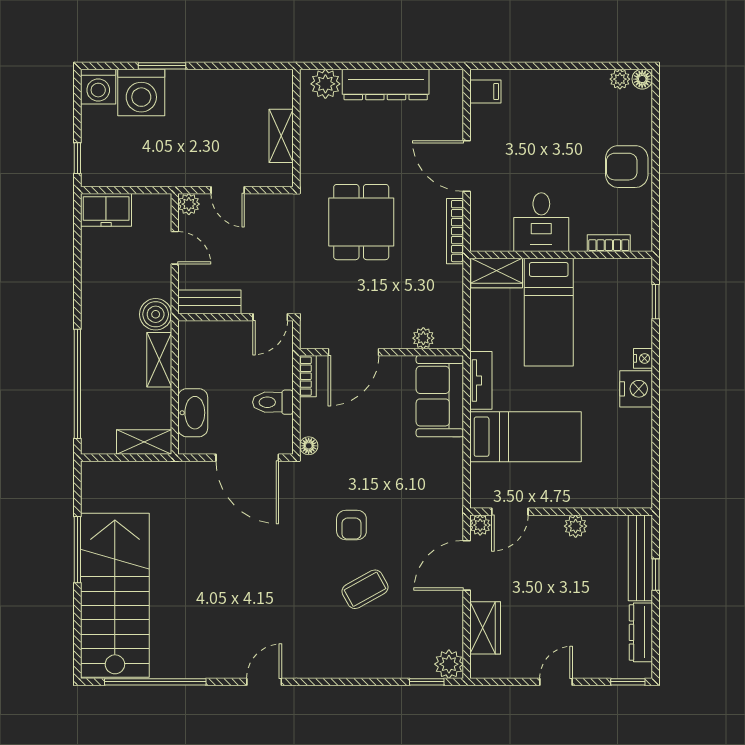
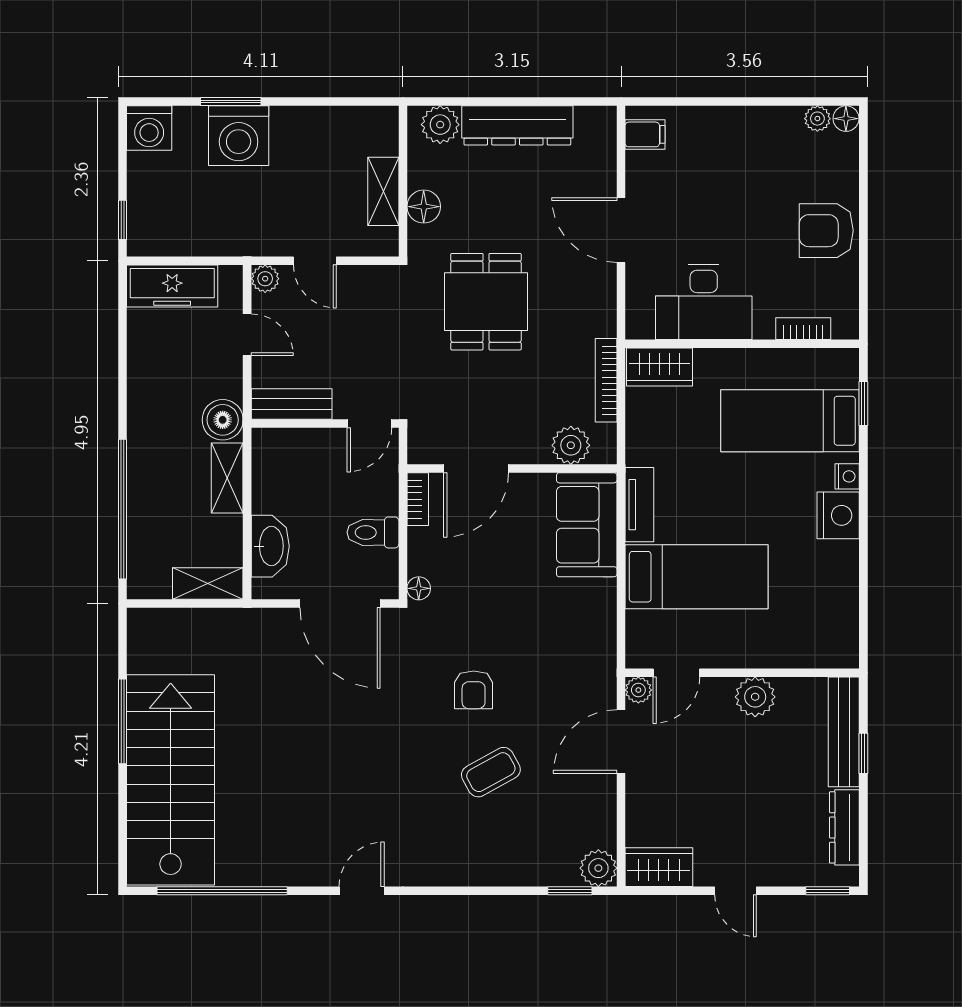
washing machine: (141, 92) -> (239, 136), moved
floor lamp: (313, 148) -> (424, 207), added
freezer: (106, 210) -> (172, 286), width x1.40
desk: (541, 222) -> (704, 302), width x1.37
bookcase: (455, 231) -> (606, 380), moved
bed: (549, 312) -> (790, 421), moved, turned 90
plant: (423, 338) -> (571, 445), width x1.38, depth x1.38
plant: (576, 526) -> (755, 697), width x1.38, depth x1.38
wardrobe: (485, 628) -> (659, 867), moved, turned -90
door: (556, 682) -> (736, 891), swing flipped

